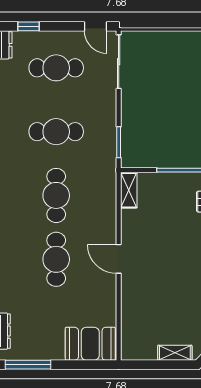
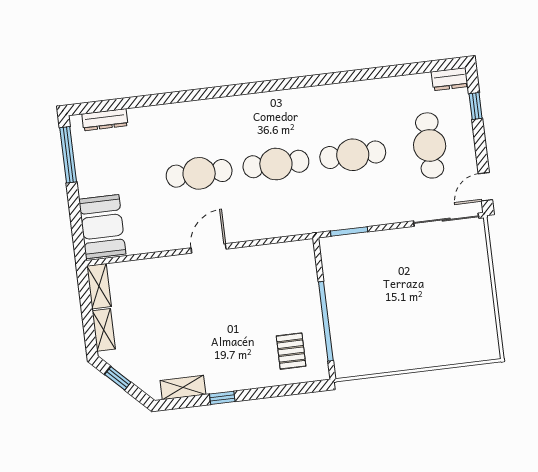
cafe table: (56, 132) -> (353, 155), turned 90
shelving: (129, 190) -> (99, 286), moved, turned 90

